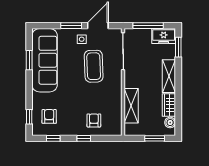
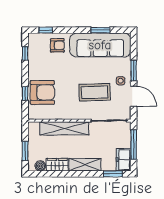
shelving: (131, 106) -> (64, 128), width x1.47
armchair: (49, 116) -> (57, 45), moved
armchair: (94, 120) -> (42, 92), width x1.88, depth x1.88
window: (84, 138) -> (25, 93), moved

